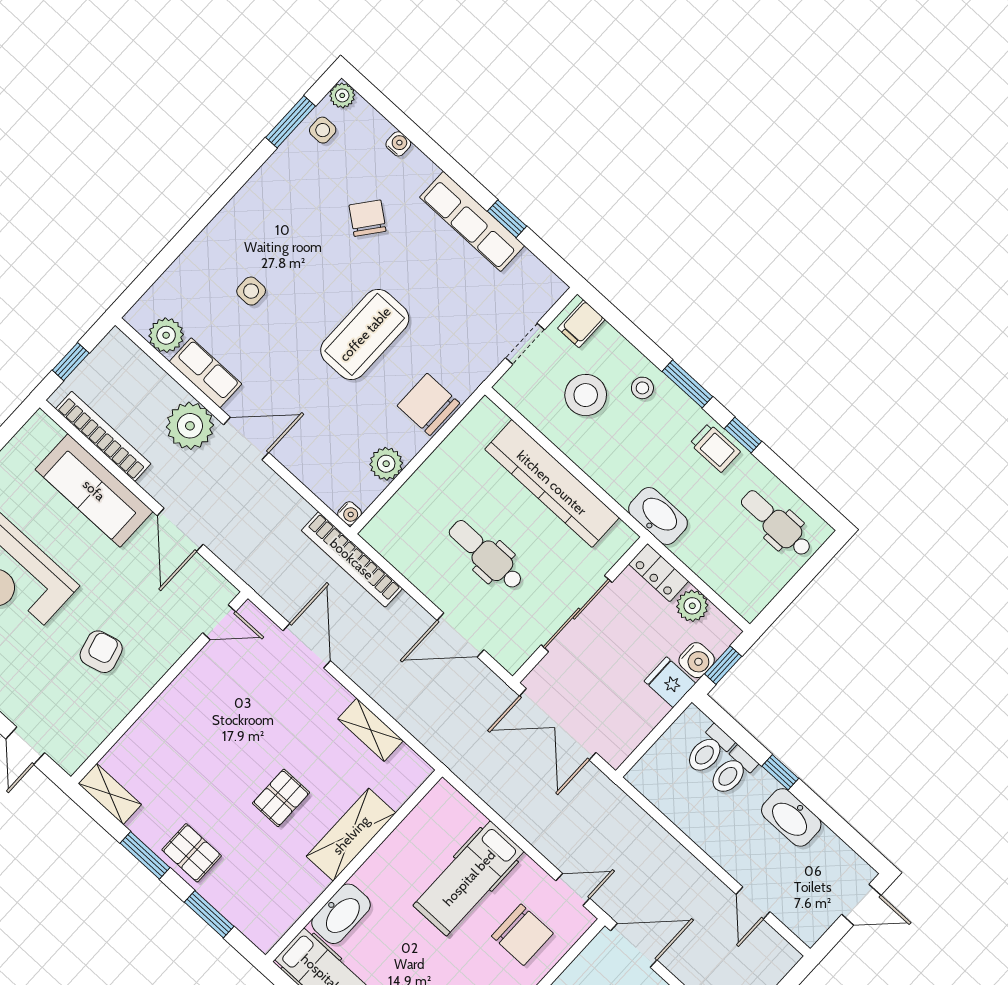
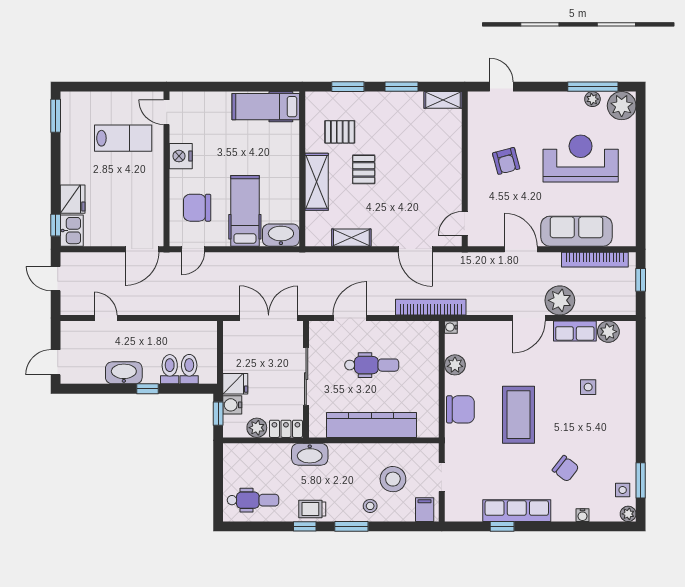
pallet: (192, 853) -> (340, 132), moved
washbasin: (341, 914) -> (281, 235), moved, turned 90

